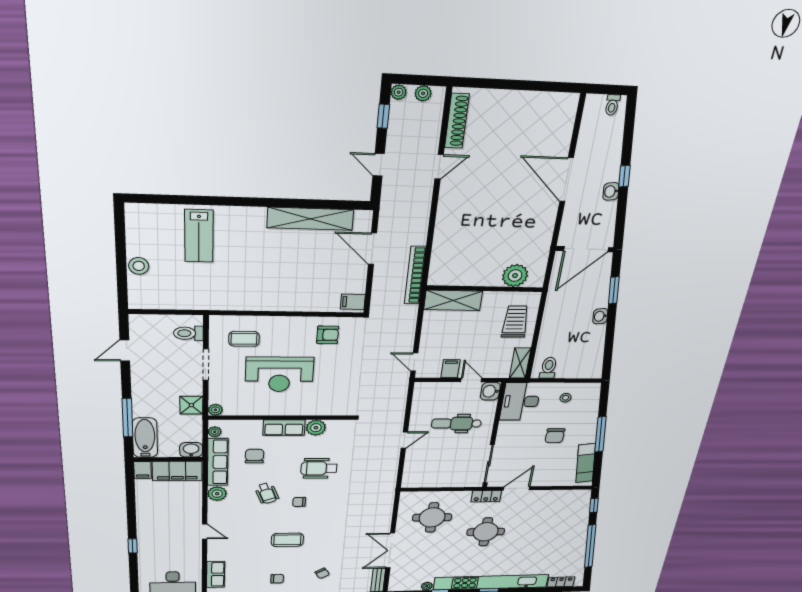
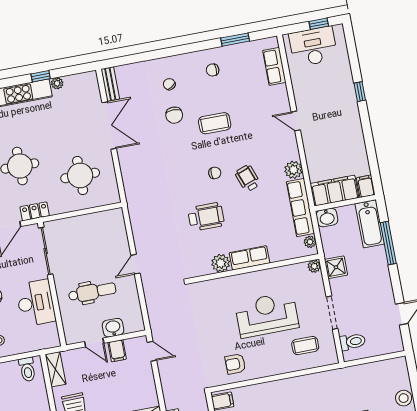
washbasin: (490, 391) -> (113, 328), moved, turned -90
desk: (520, 401) -> (36, 303), moved
chair: (254, 456) -> (174, 115), moved

